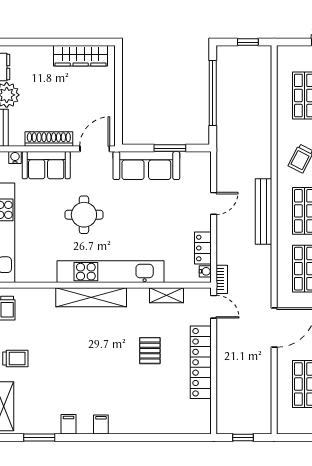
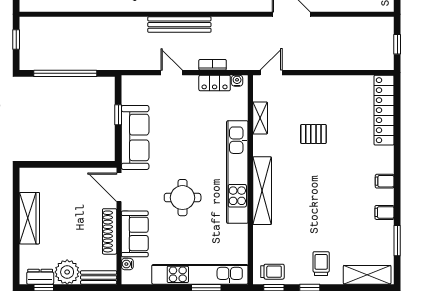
wardrobe: (81, 56) -> (29, 218), moved
window: (170, 148) -> (118, 115), width x0.67
bookcase: (222, 279) -> (213, 65), moved
locker: (201, 362) -> (384, 110), moved, turned 90

